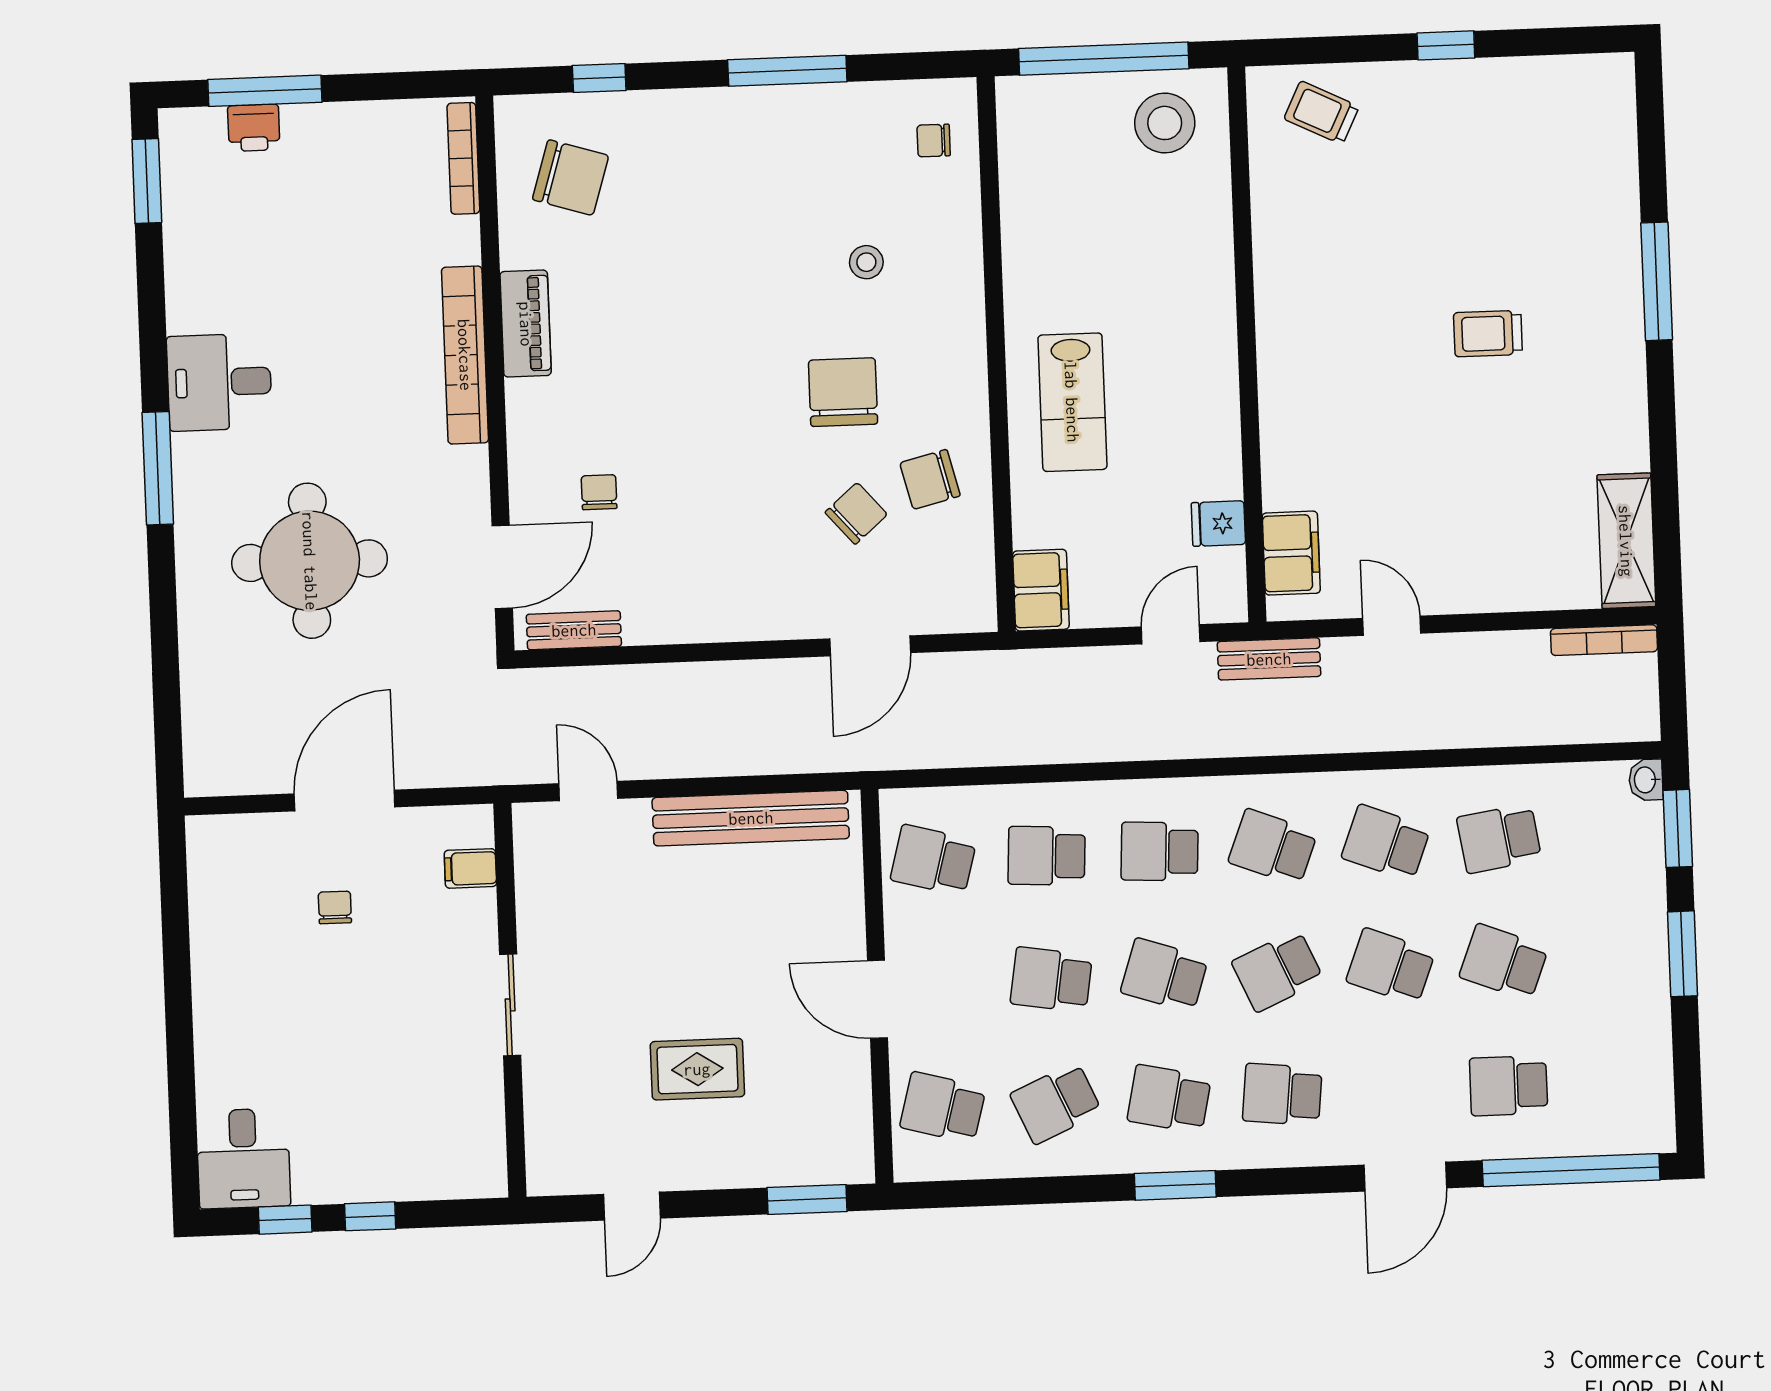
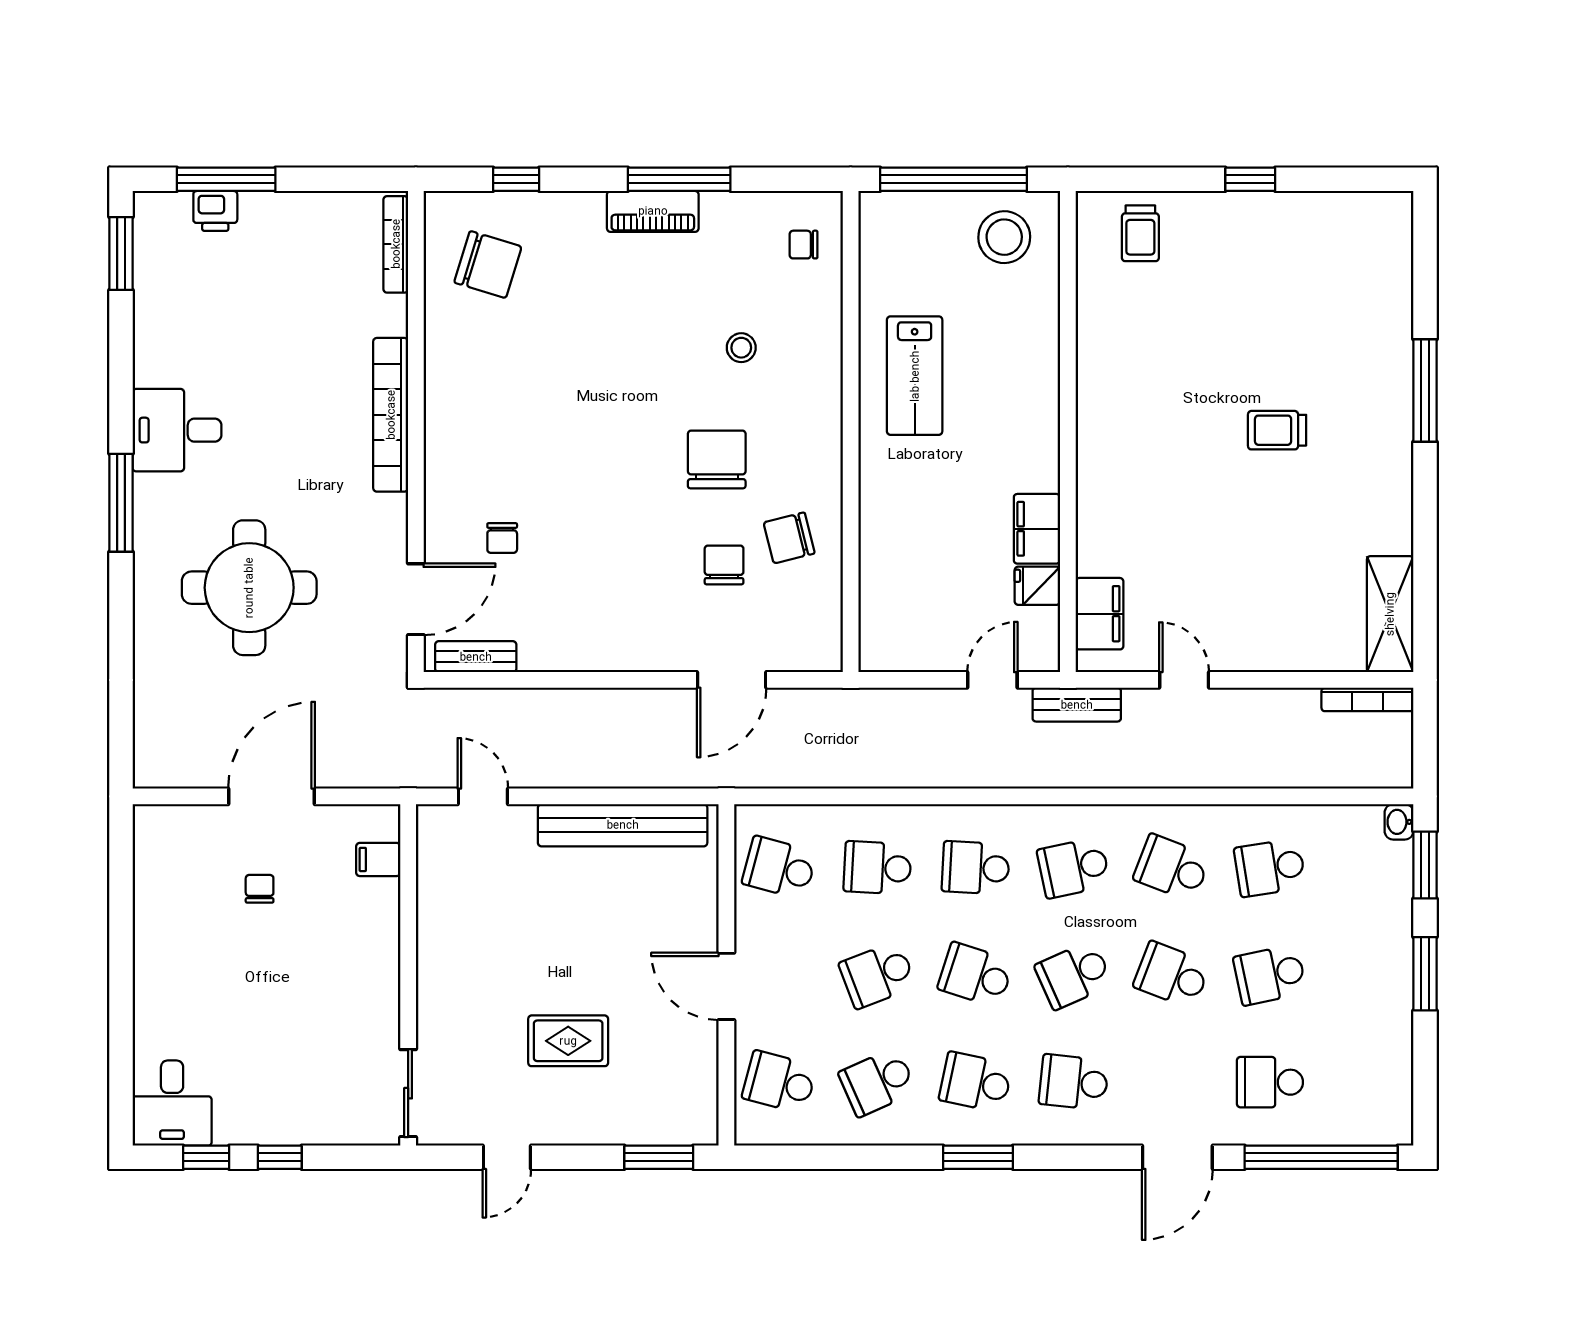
trolley: (1322, 113) -> (1140, 233), turned -116
piano: (526, 324) -> (653, 211), moved, turned 90
lab bench: (1072, 402) -> (915, 376), moved
chair: (599, 492) -> (502, 538), turned 180
chair: (856, 513) -> (724, 565), turned -49
filing cabinet: (1041, 590) -> (1037, 529), moved, turned 180
school desk: (1273, 847) -> (1074, 868), turned -33
school desk: (1504, 962) -> (1270, 975), turned -33
school desk: (1051, 979) -> (877, 975), turned -30
sliding door: (510, 1005) -> (408, 1093), moved

